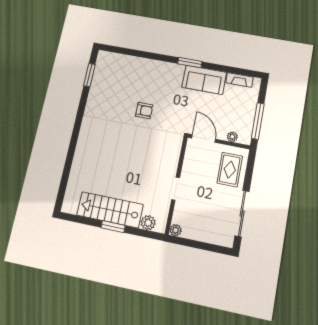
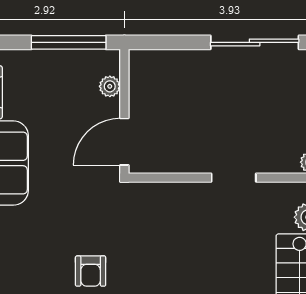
armchair: (144, 111) -> (91, 271), turned 180
rug: (230, 170) -> (176, 80), removed

